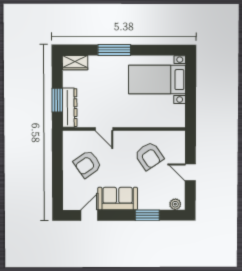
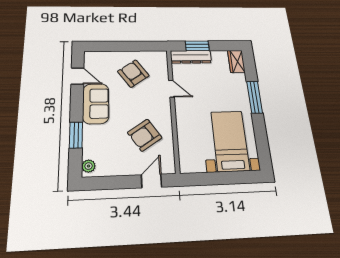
door: (104, 129) -> (171, 89), swing flipped
door: (190, 172) -> (151, 181), moved

